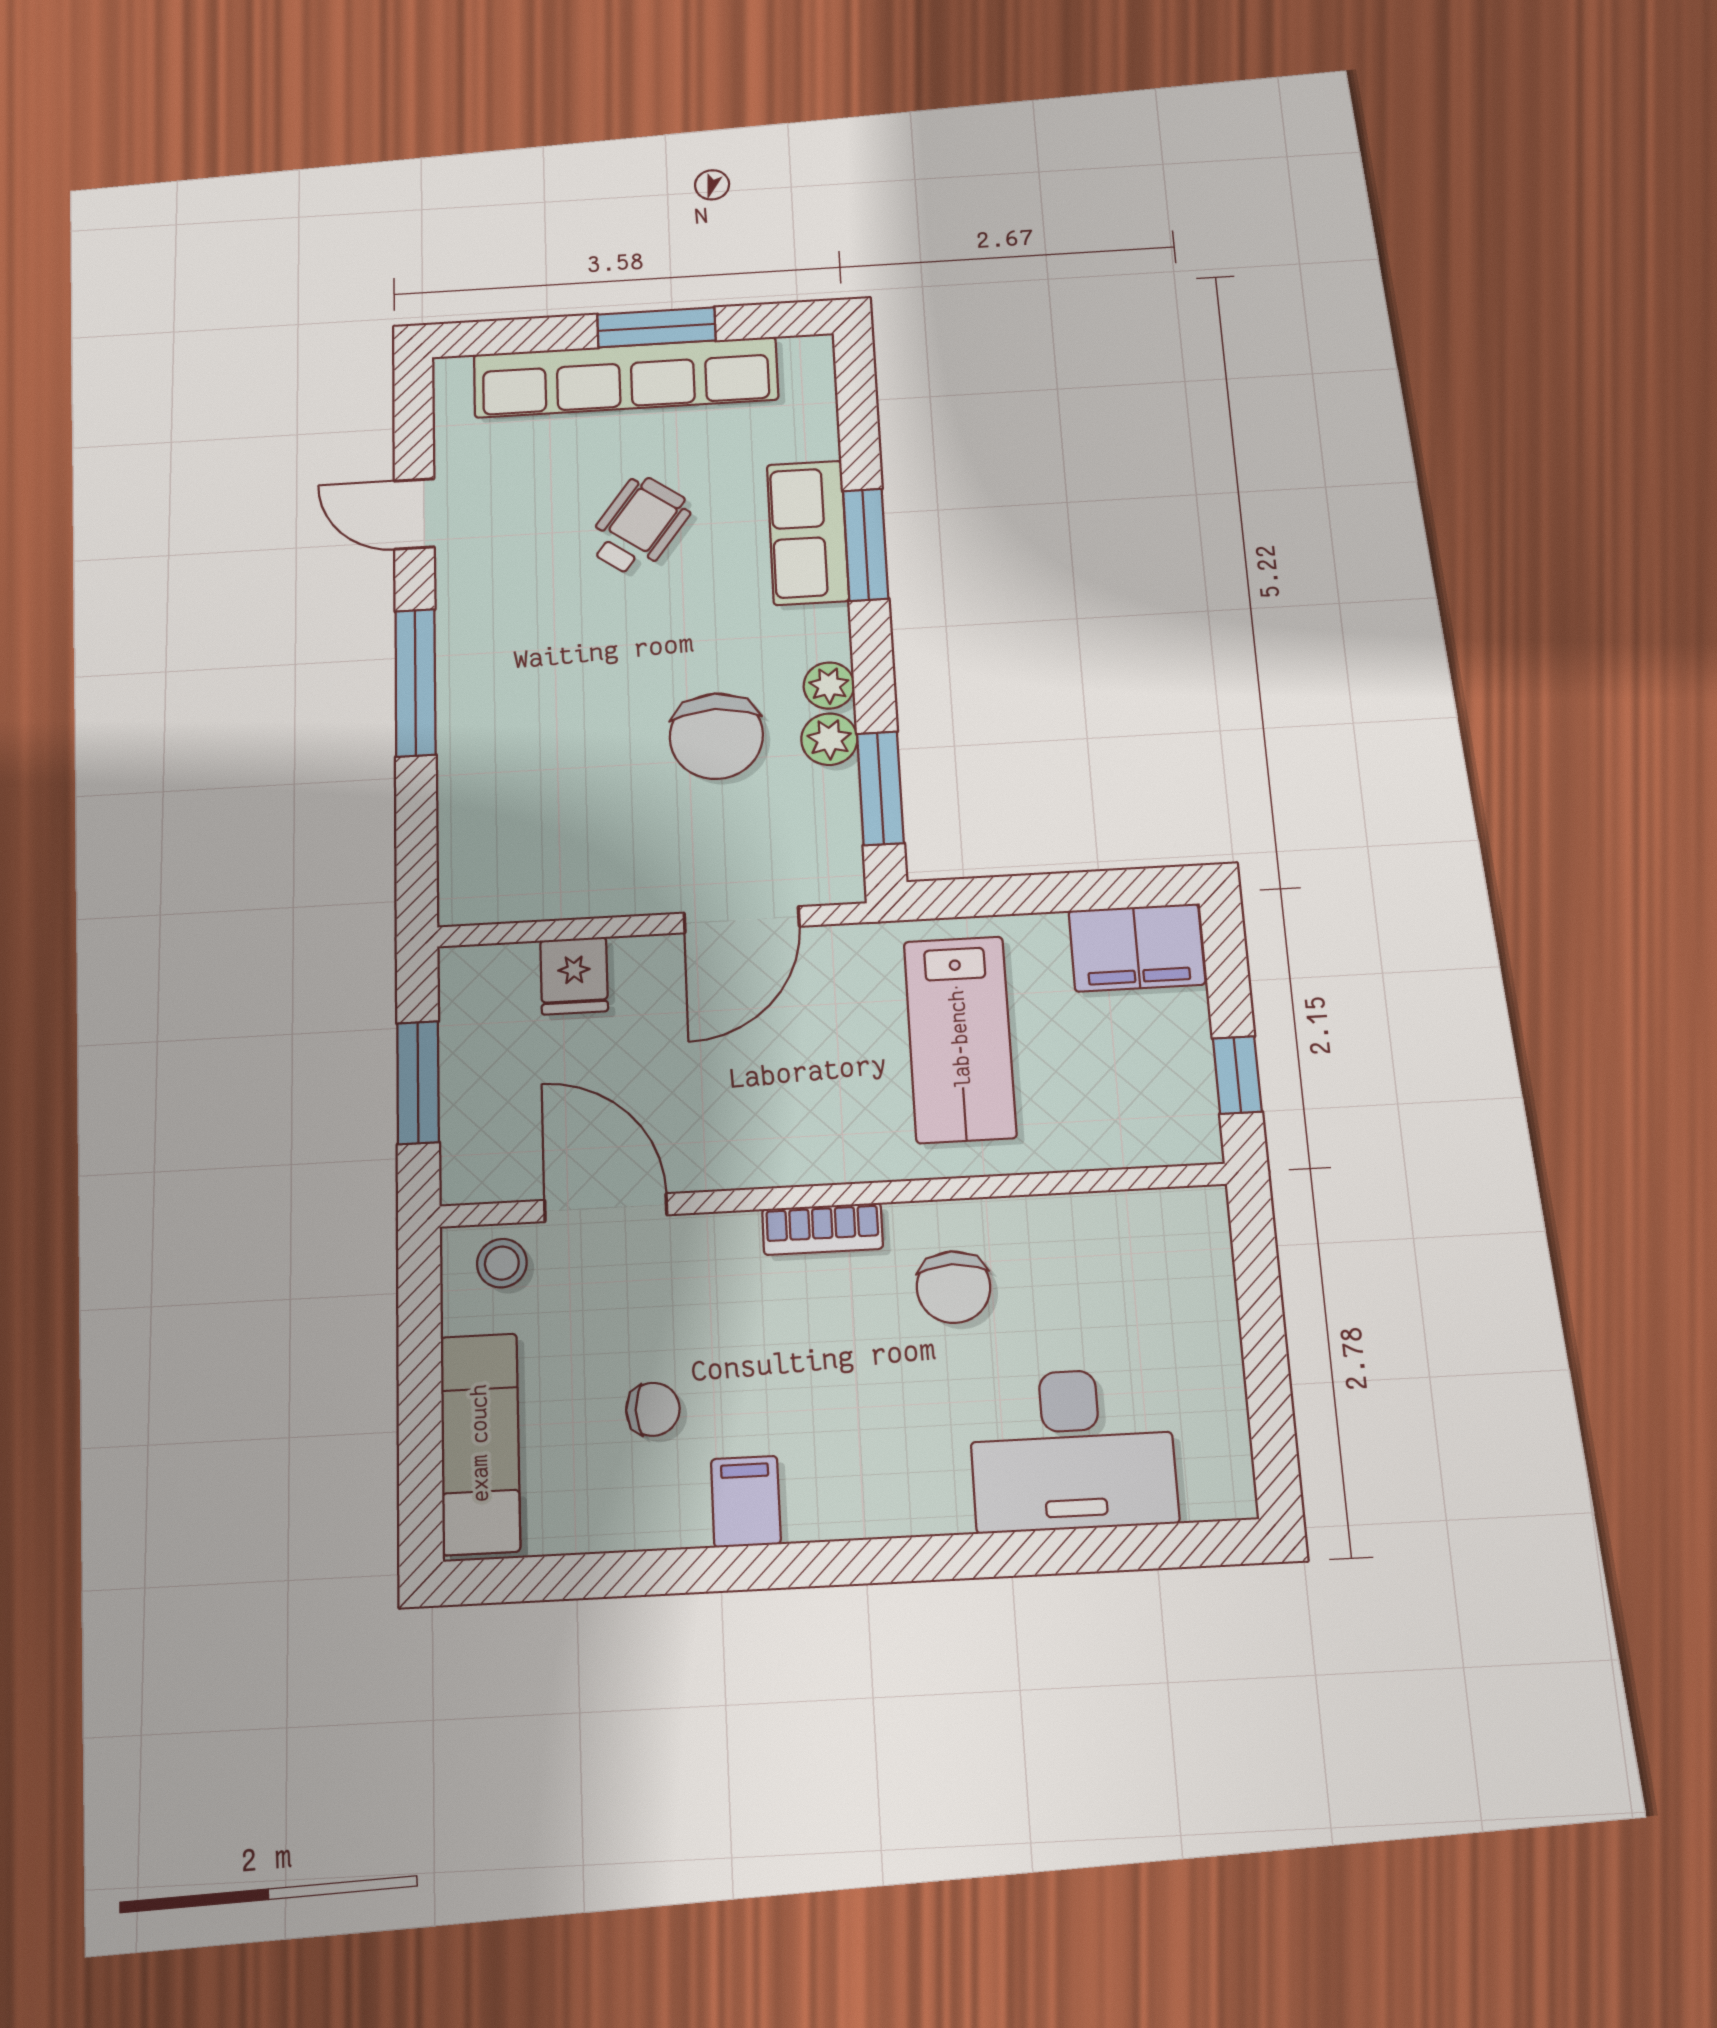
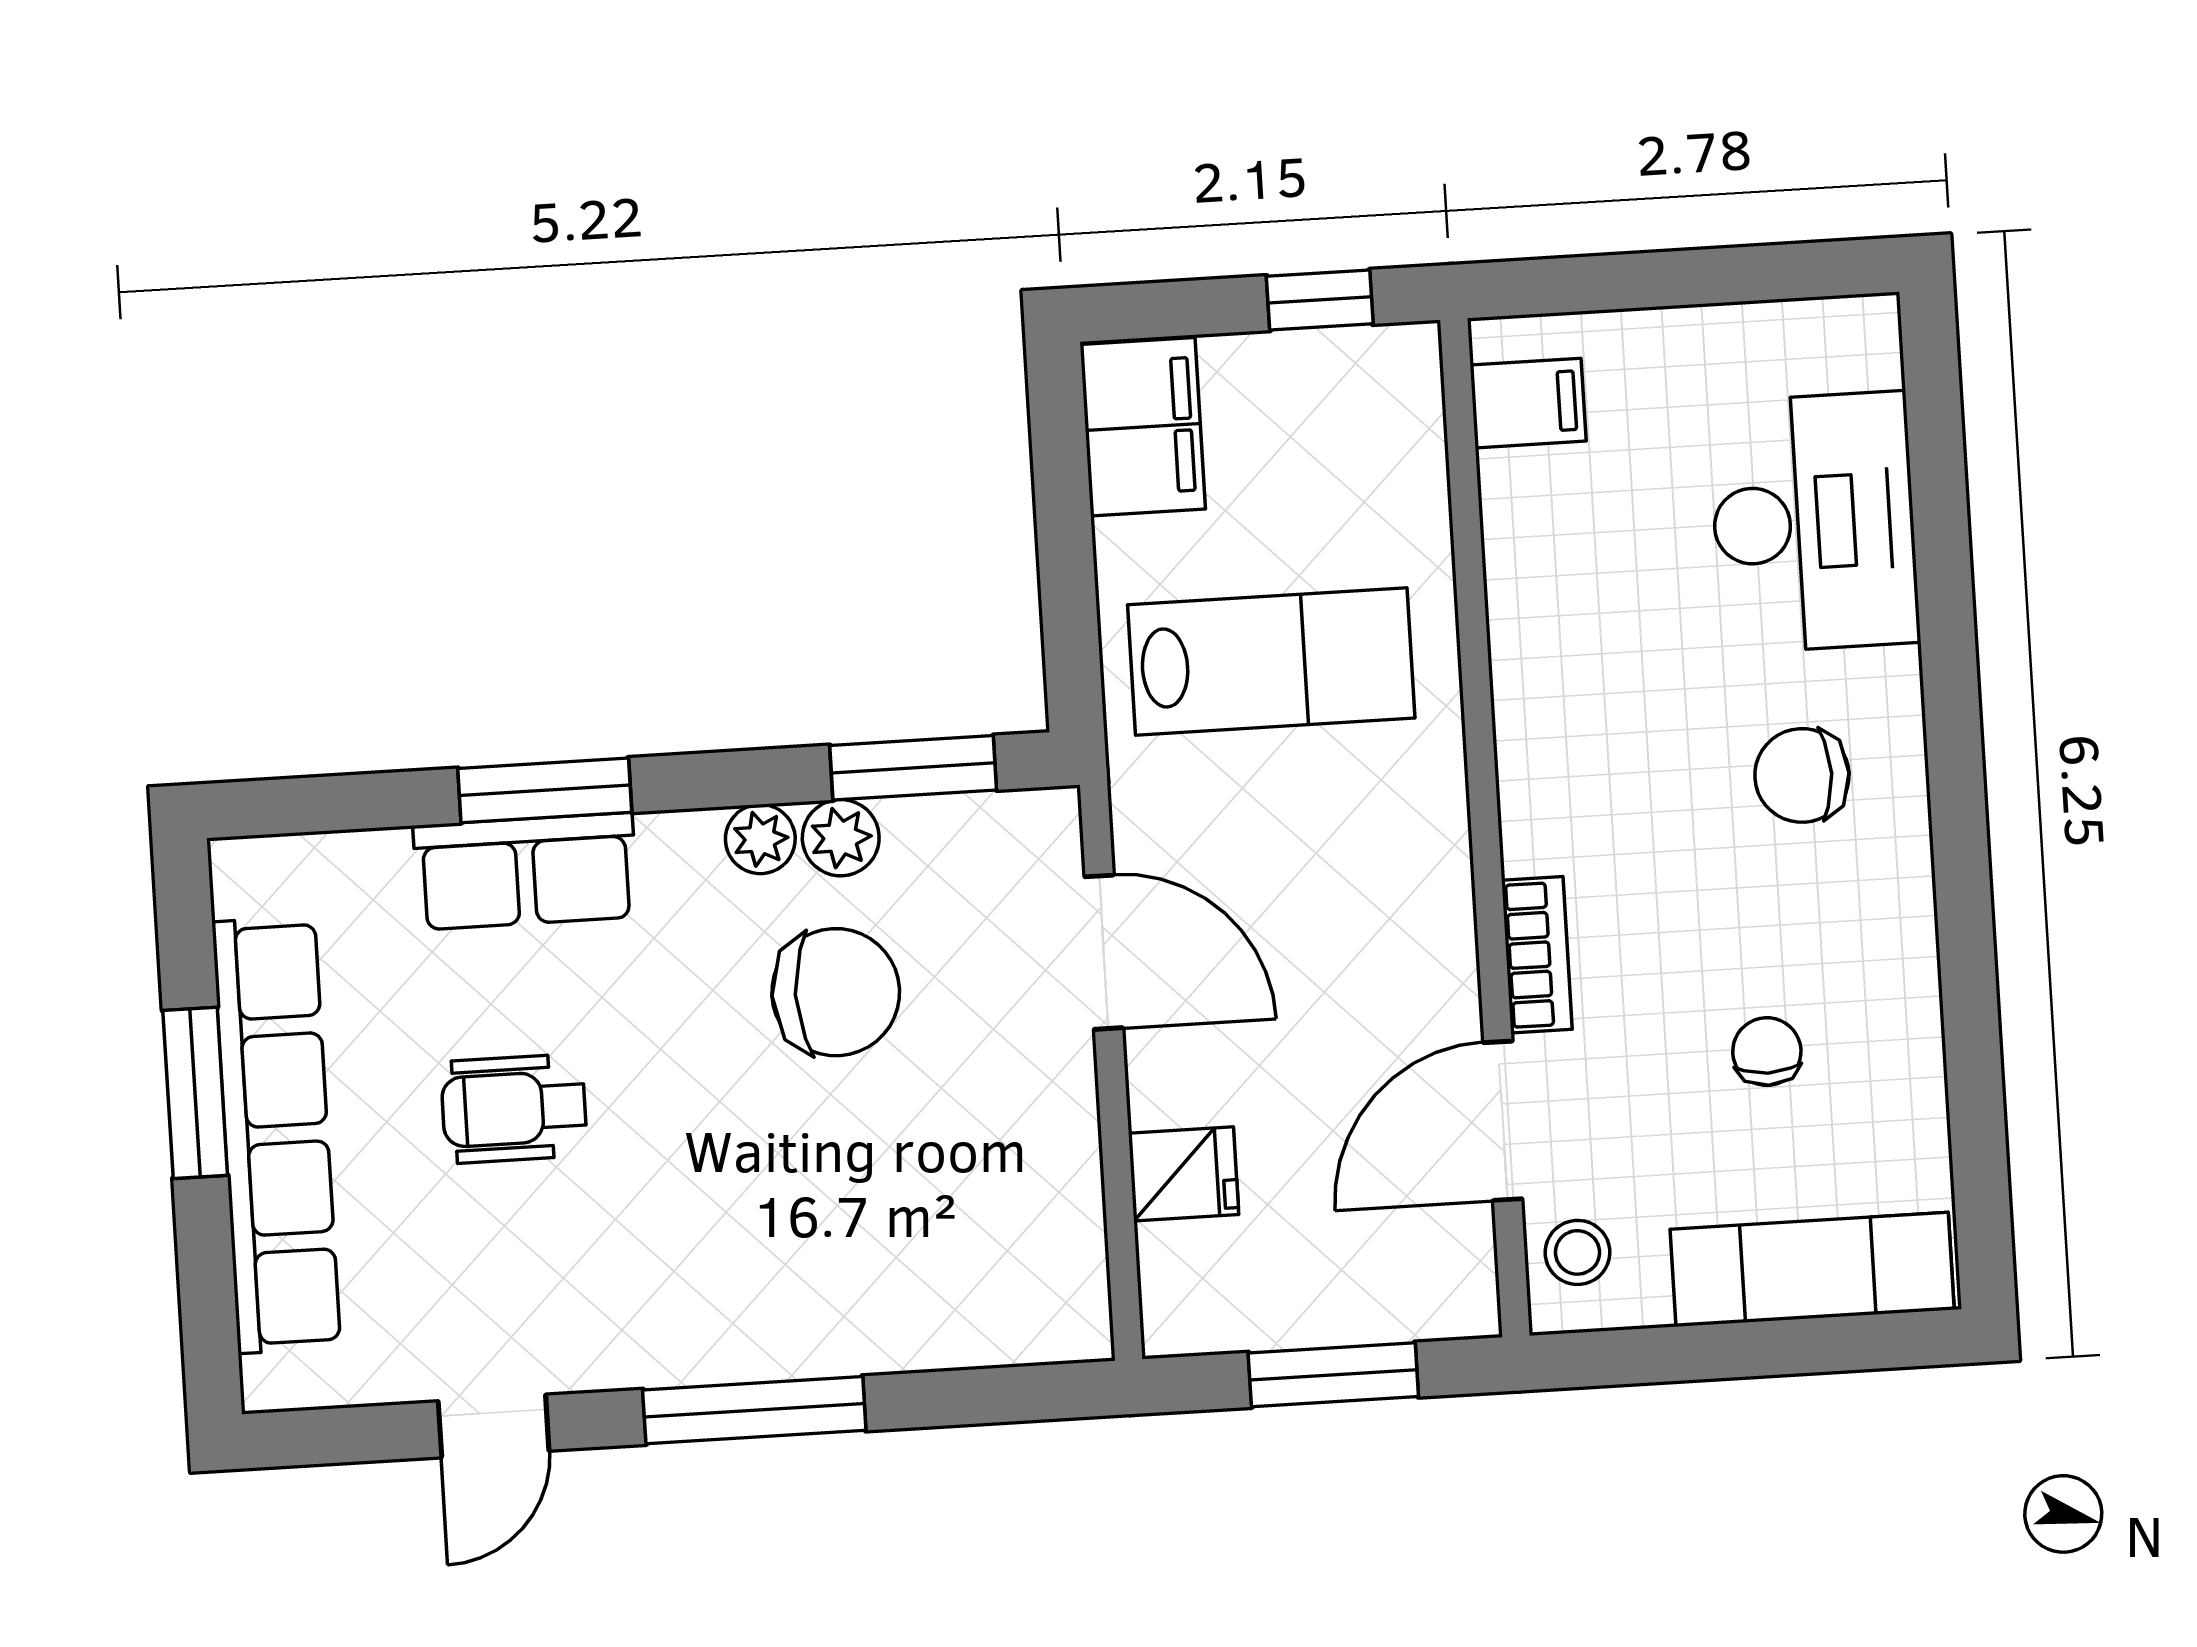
wheelchair: (639, 526) -> (514, 1109), turned -36
bookcase: (822, 1229) -> (1537, 955), moved
chair: (953, 1287) -> (1802, 775), moved, turned 180
filing cabinet: (746, 1501) -> (1528, 403), moved, turned 180

